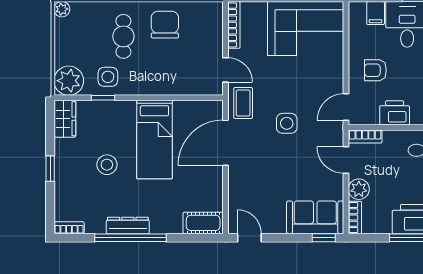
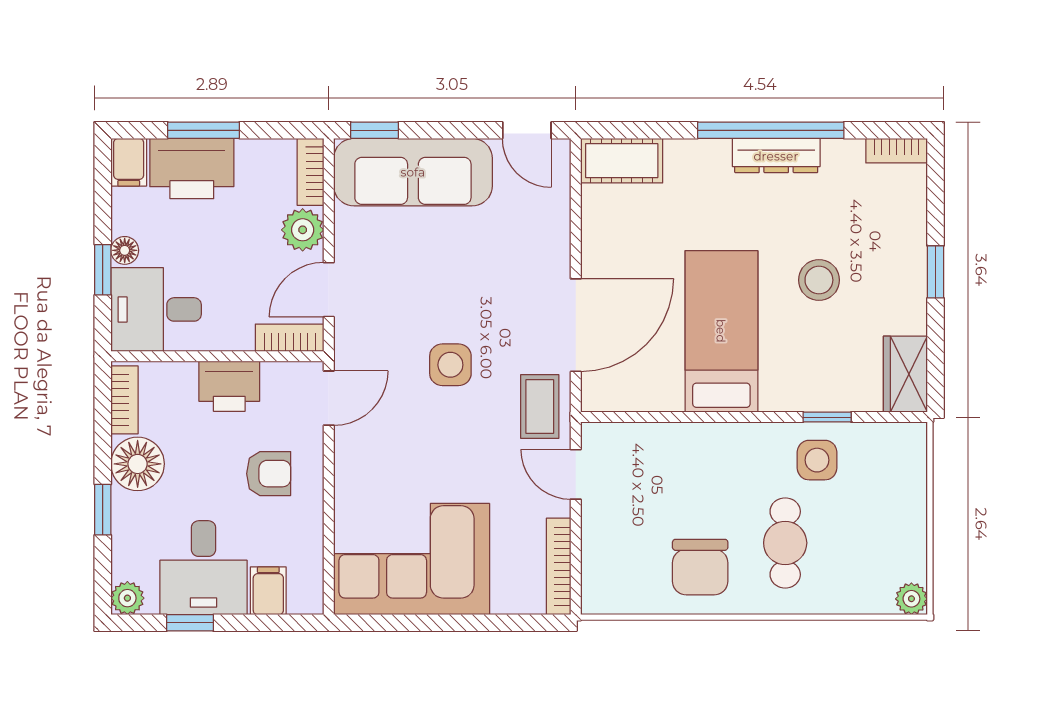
plant: (69, 81) -> (897, 452), removed
door: (346, 160) -> (329, 290), swing flipped
sofa: (315, 217) -> (413, 172), width x1.36

